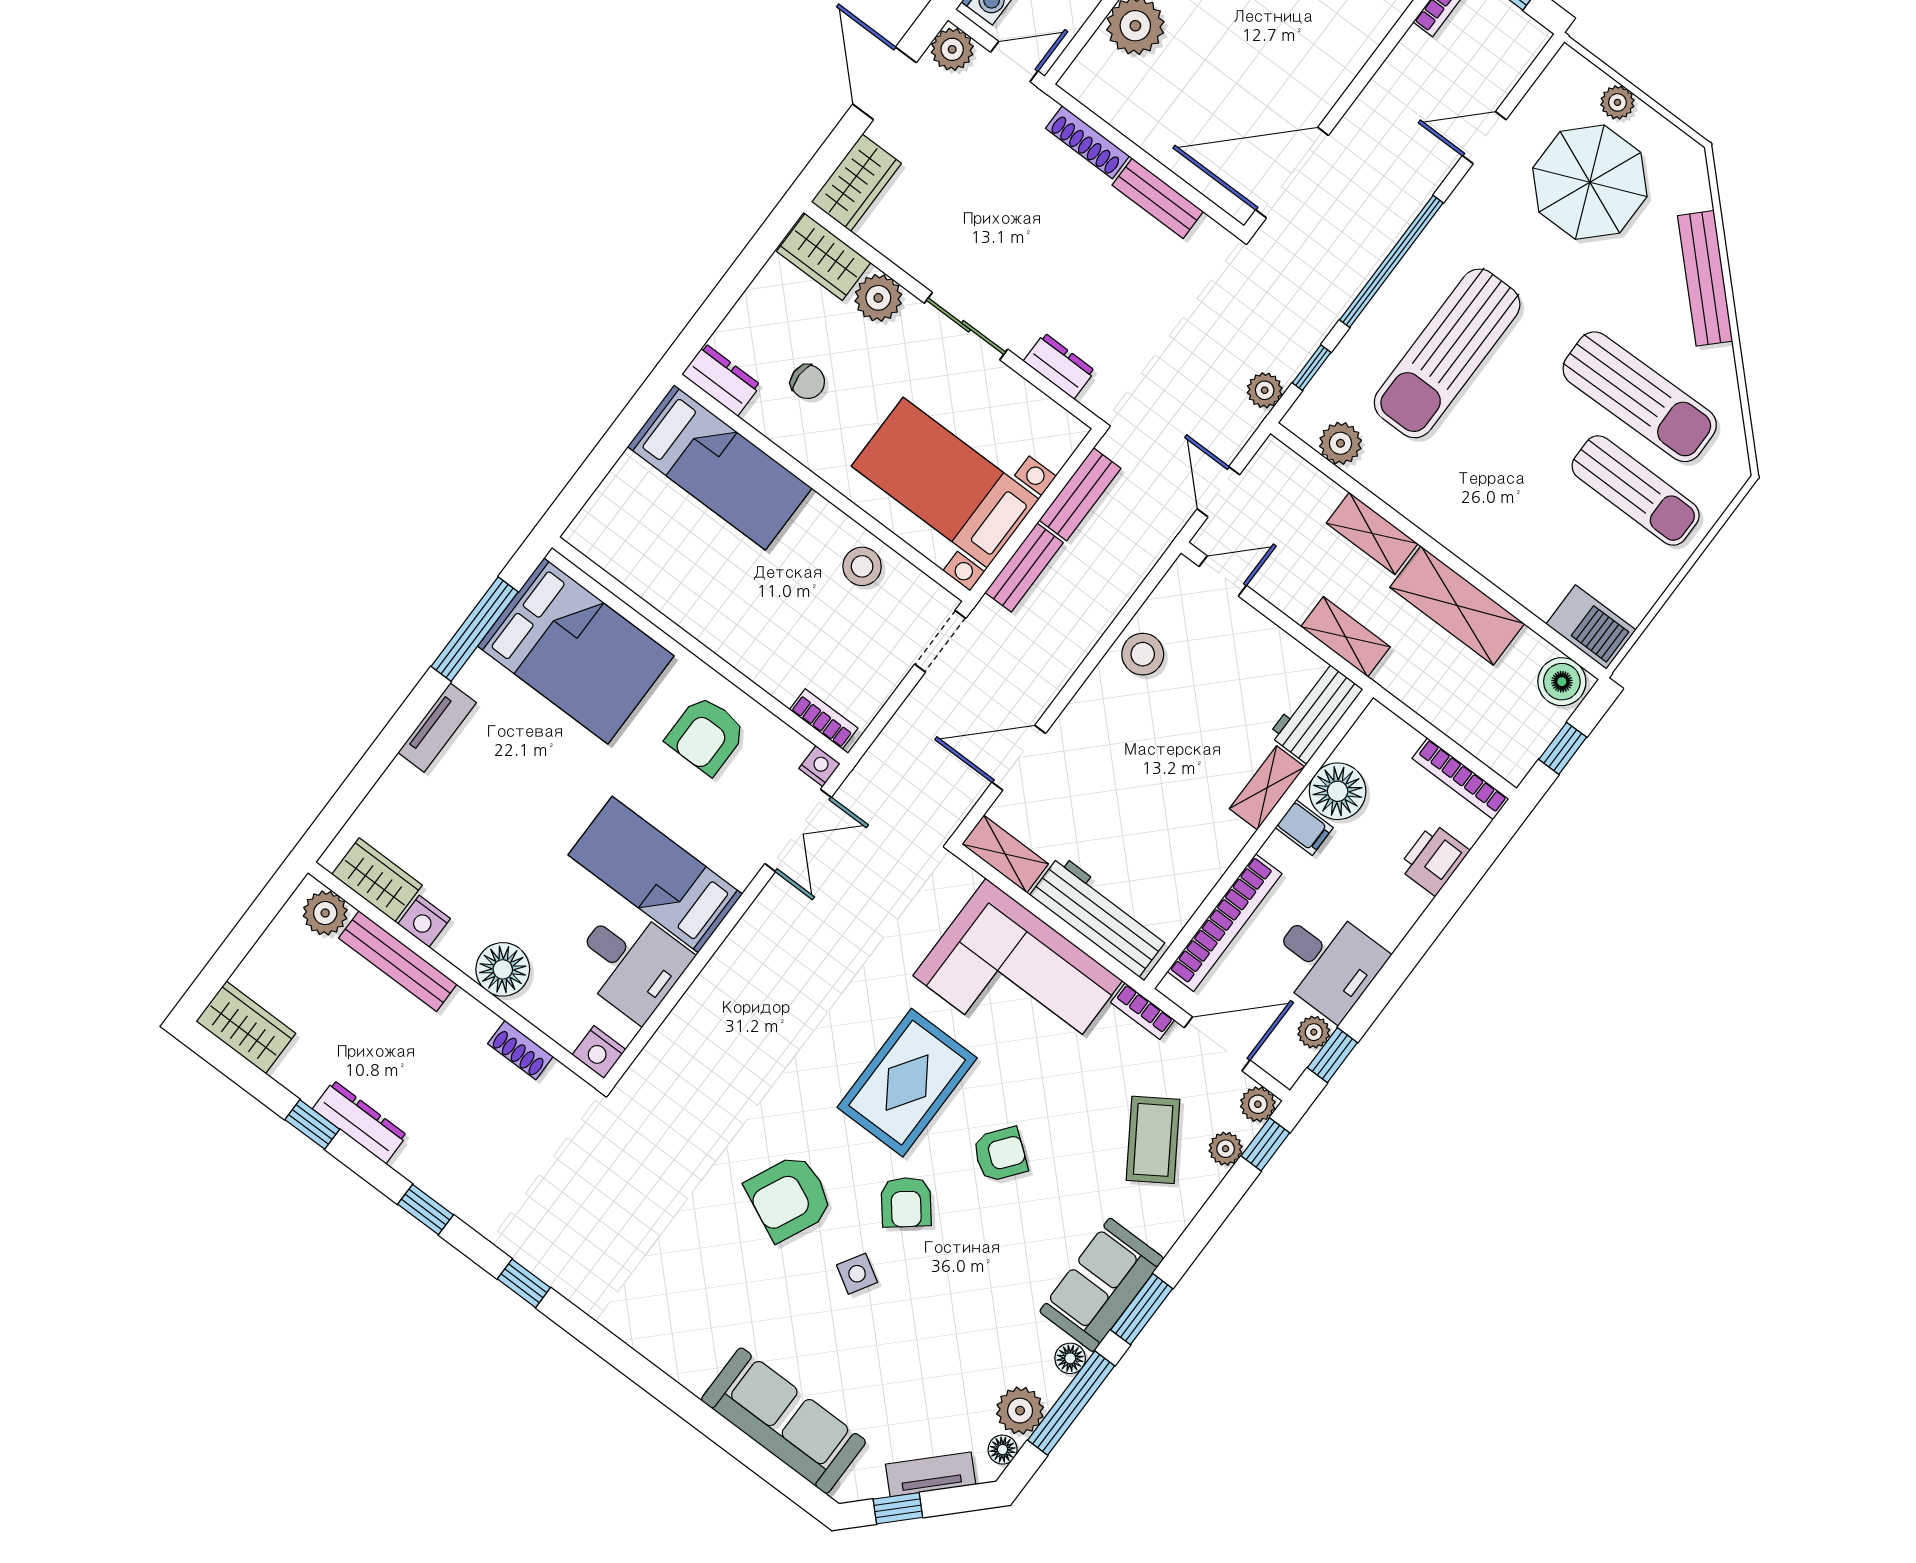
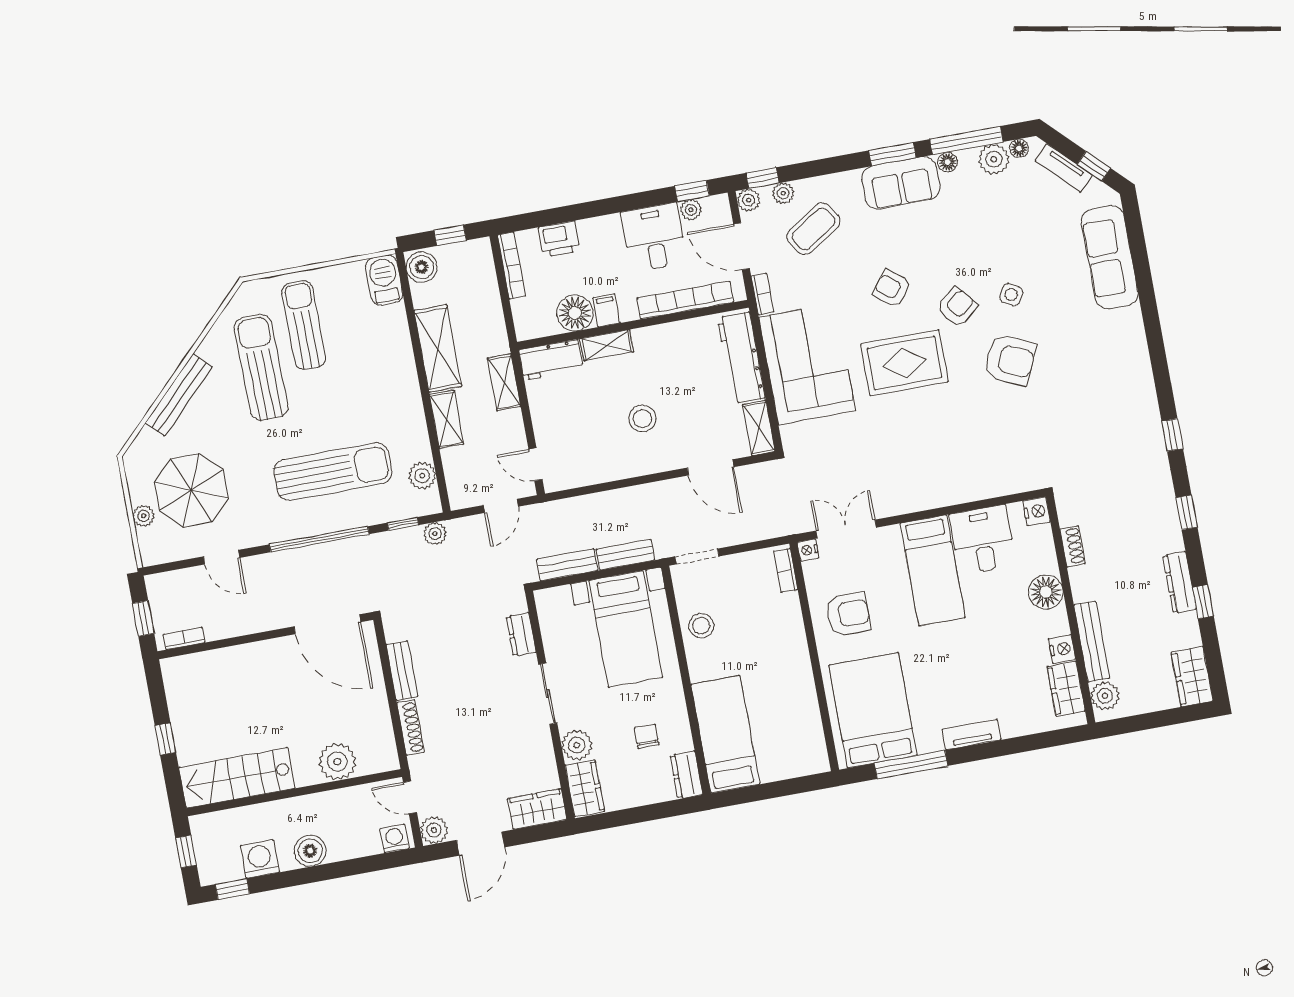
stool: (1143, 654) -> (642, 419), moved

